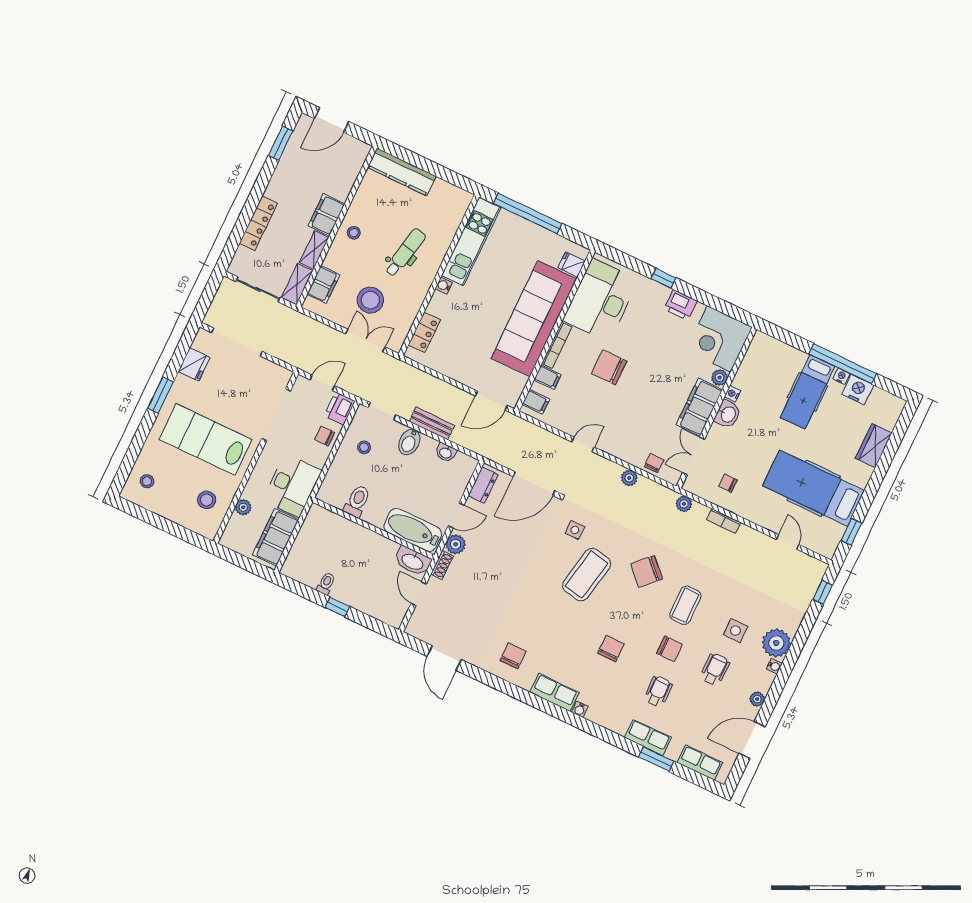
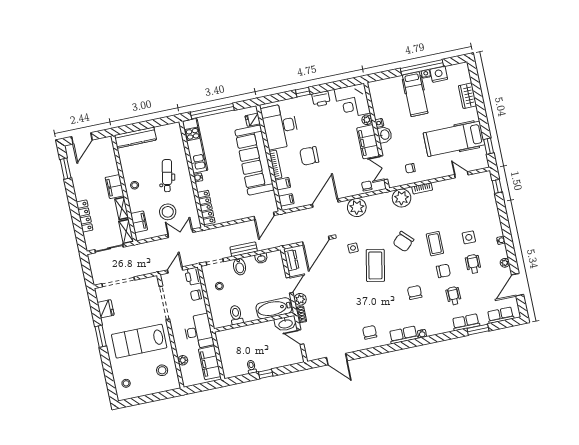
locker: (424, 332) -> (206, 207), width x1.53
door: (583, 444) -> (325, 203), width x1.87
plant: (629, 478) -> (357, 207), width x1.87, depth x1.87
plant: (684, 504) -> (402, 198), width x1.88, depth x1.88
plant: (776, 643) -> (493, 228), removed

